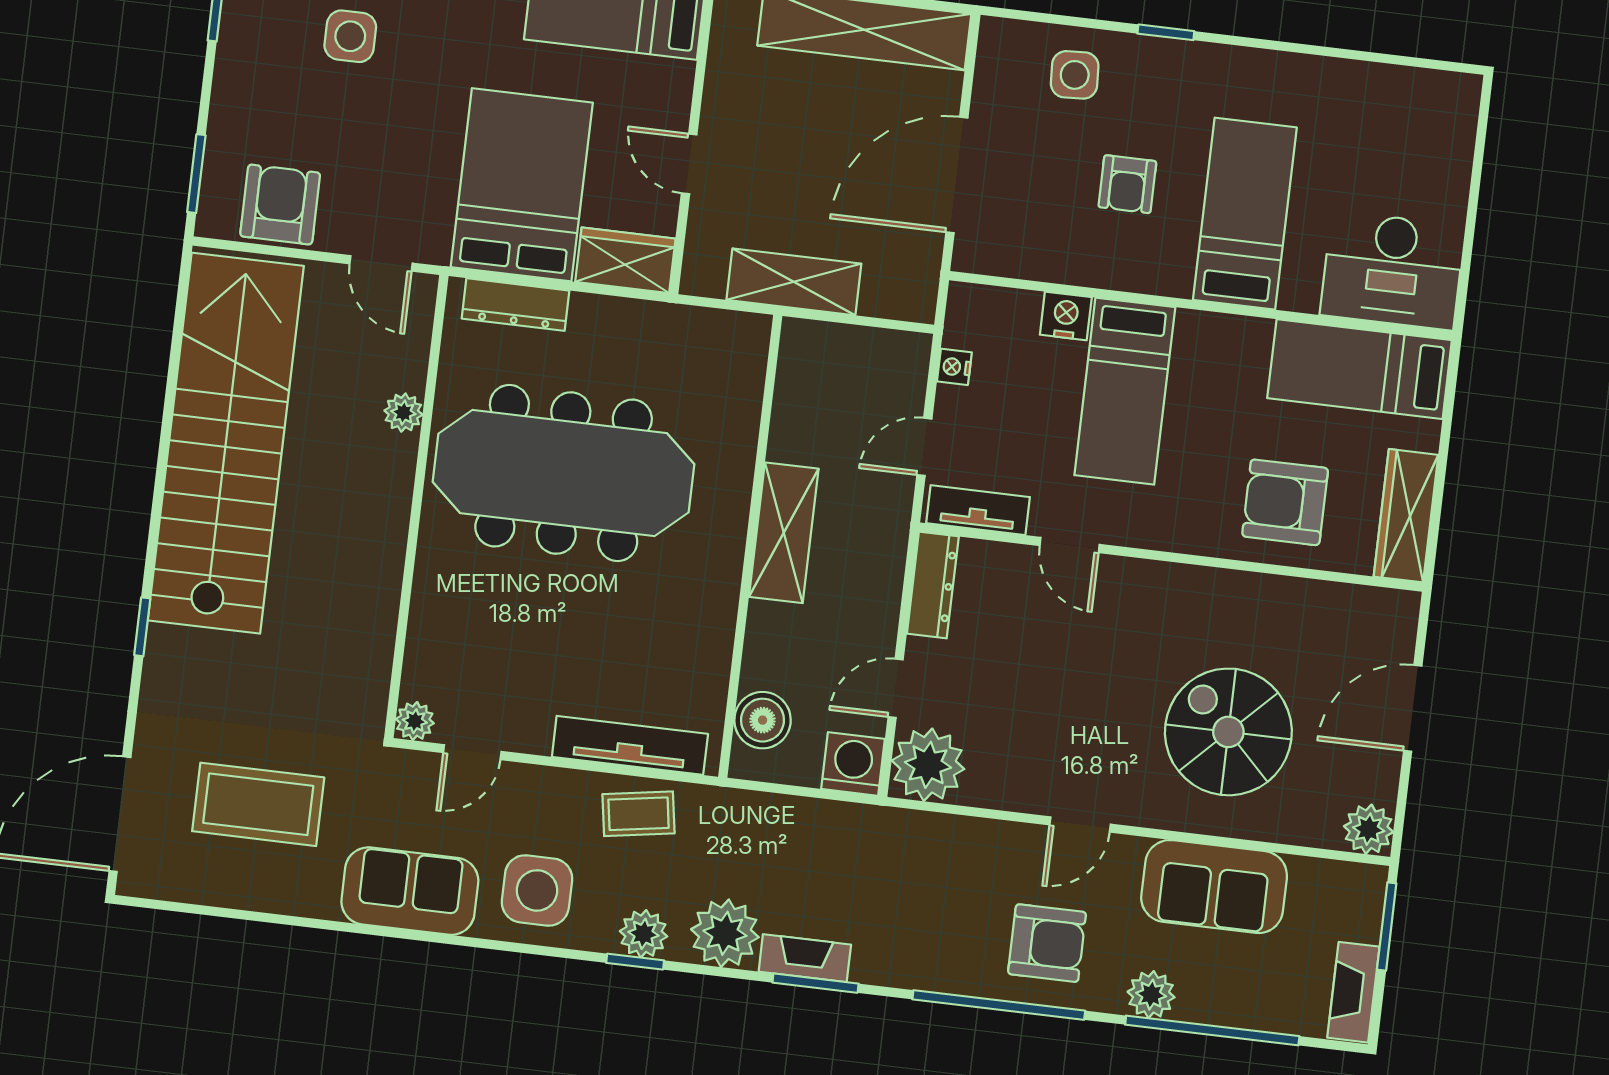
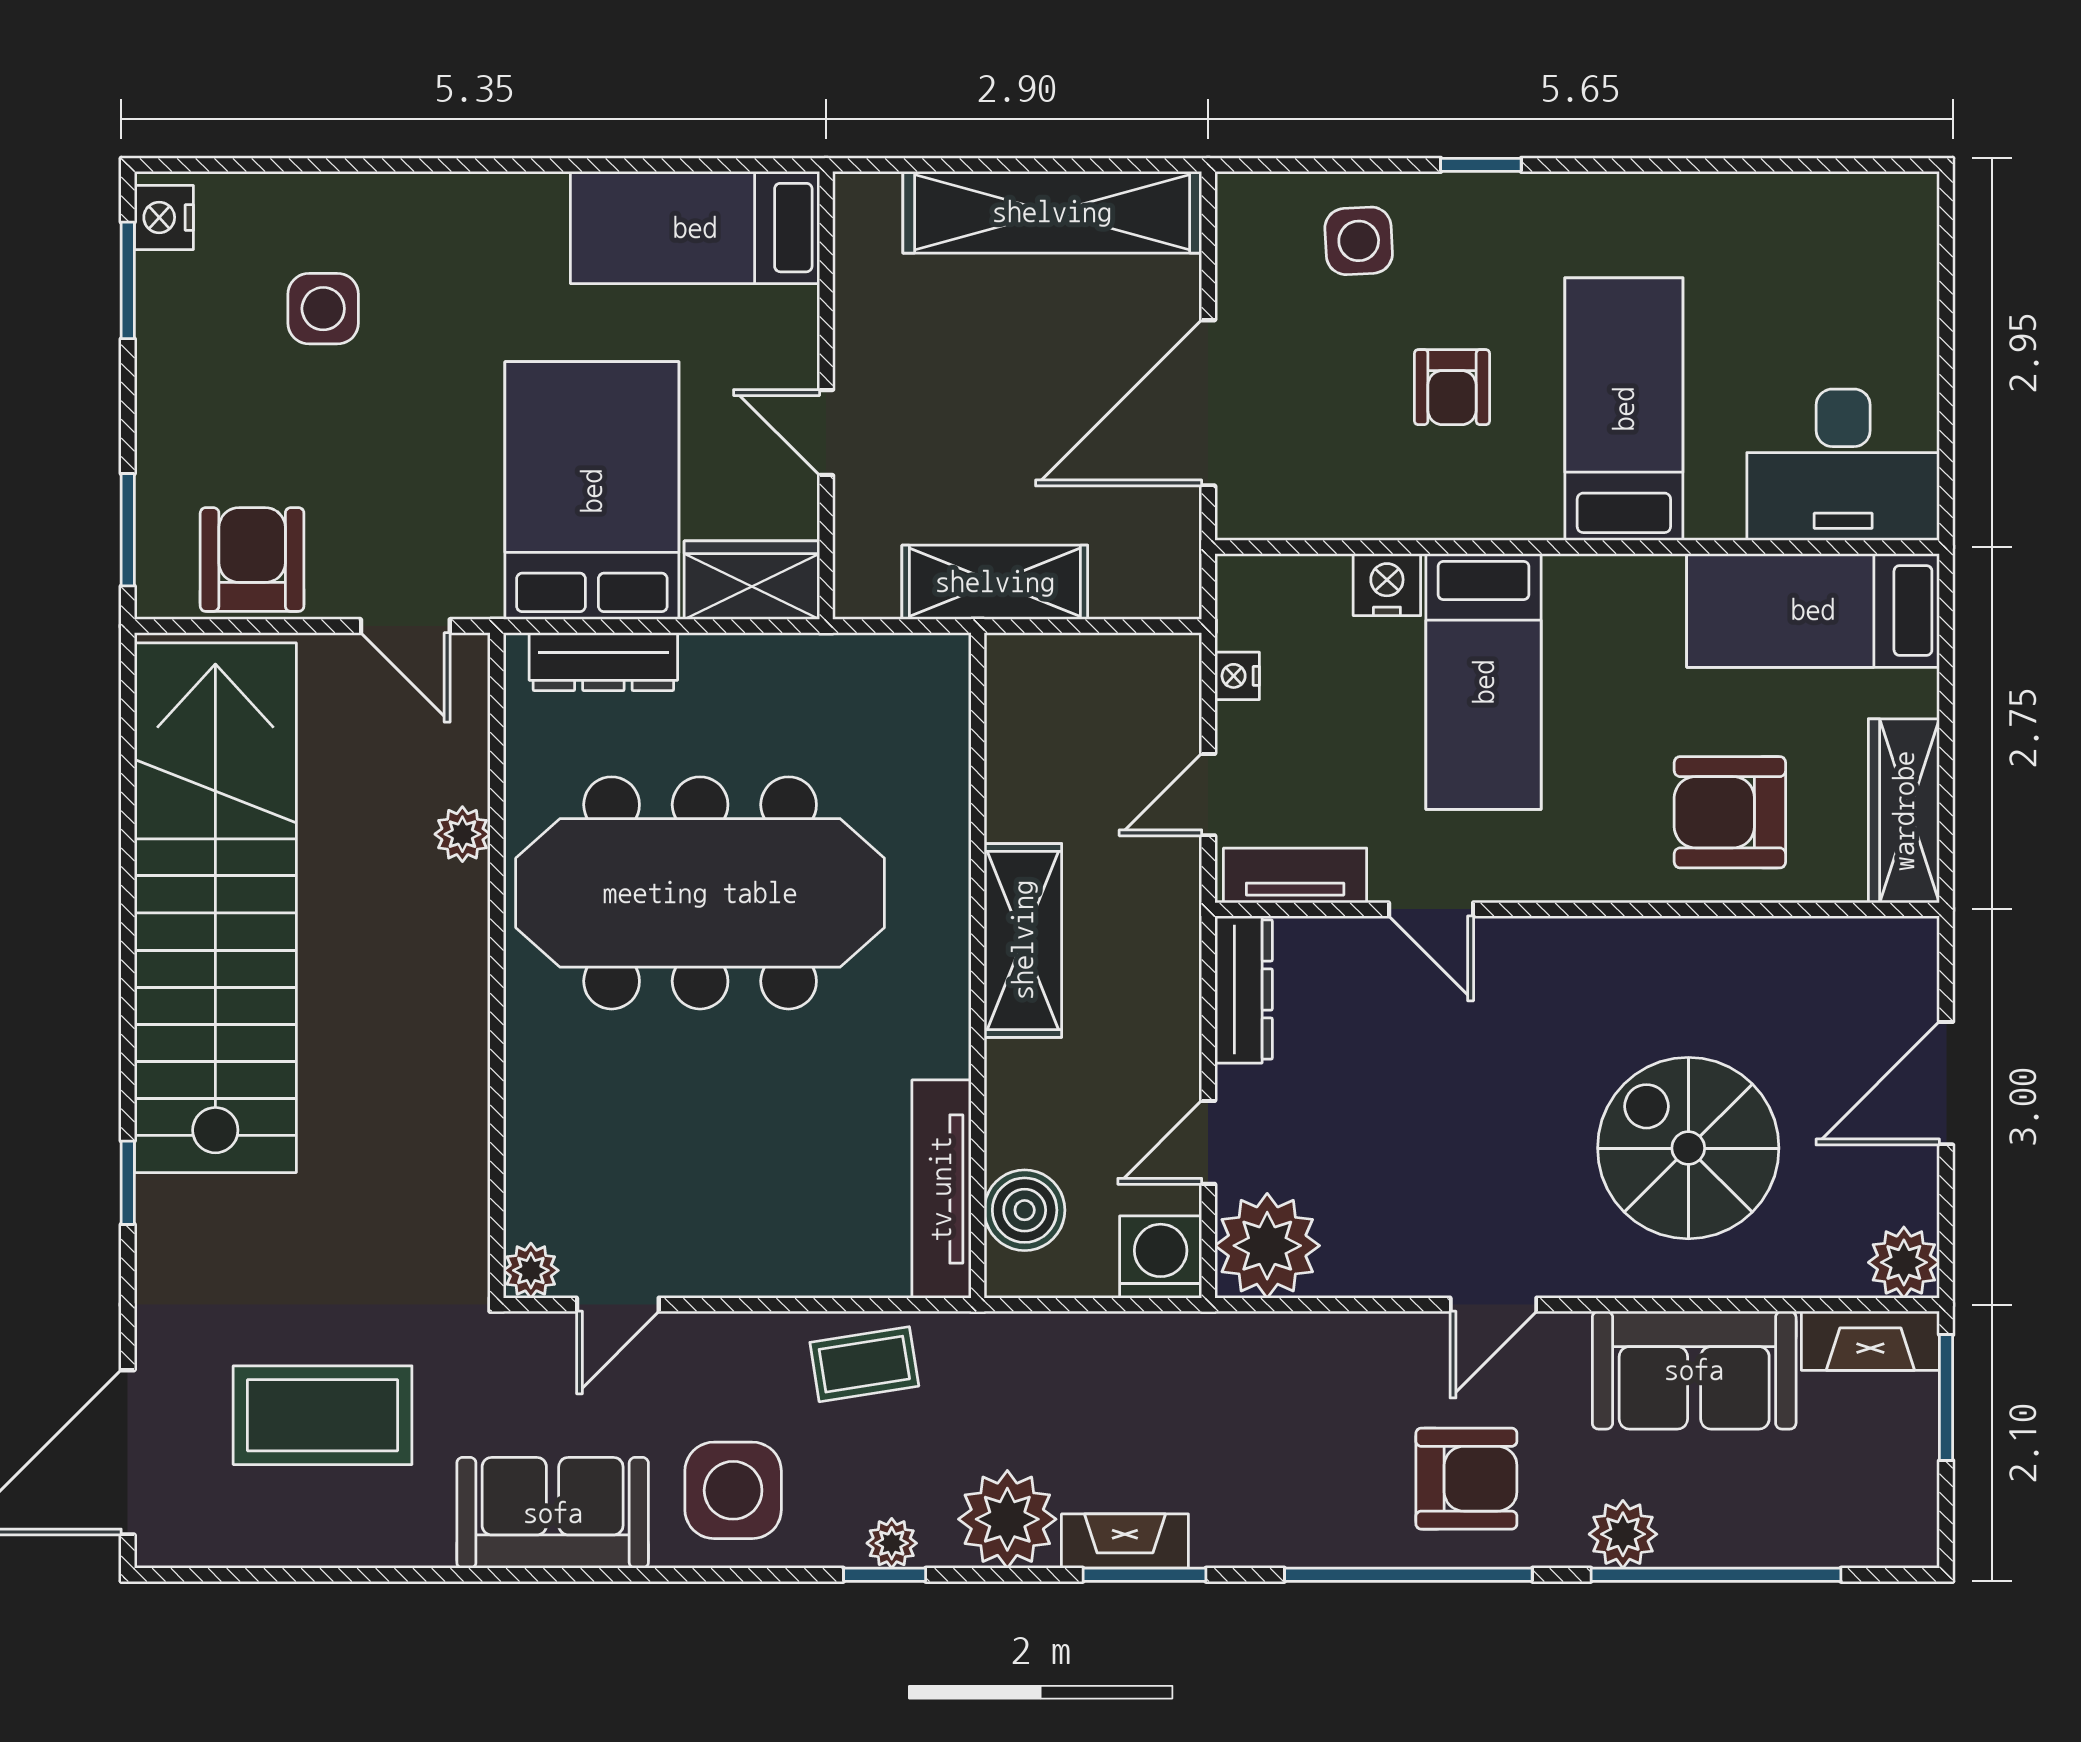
tv unit: (630, 745) -> (941, 1189), moved, turned -90
plant: (644, 934) -> (892, 1543), width x0.73, depth x0.73
fireplace: (1353, 992) -> (1870, 1341), moved, turned -90

